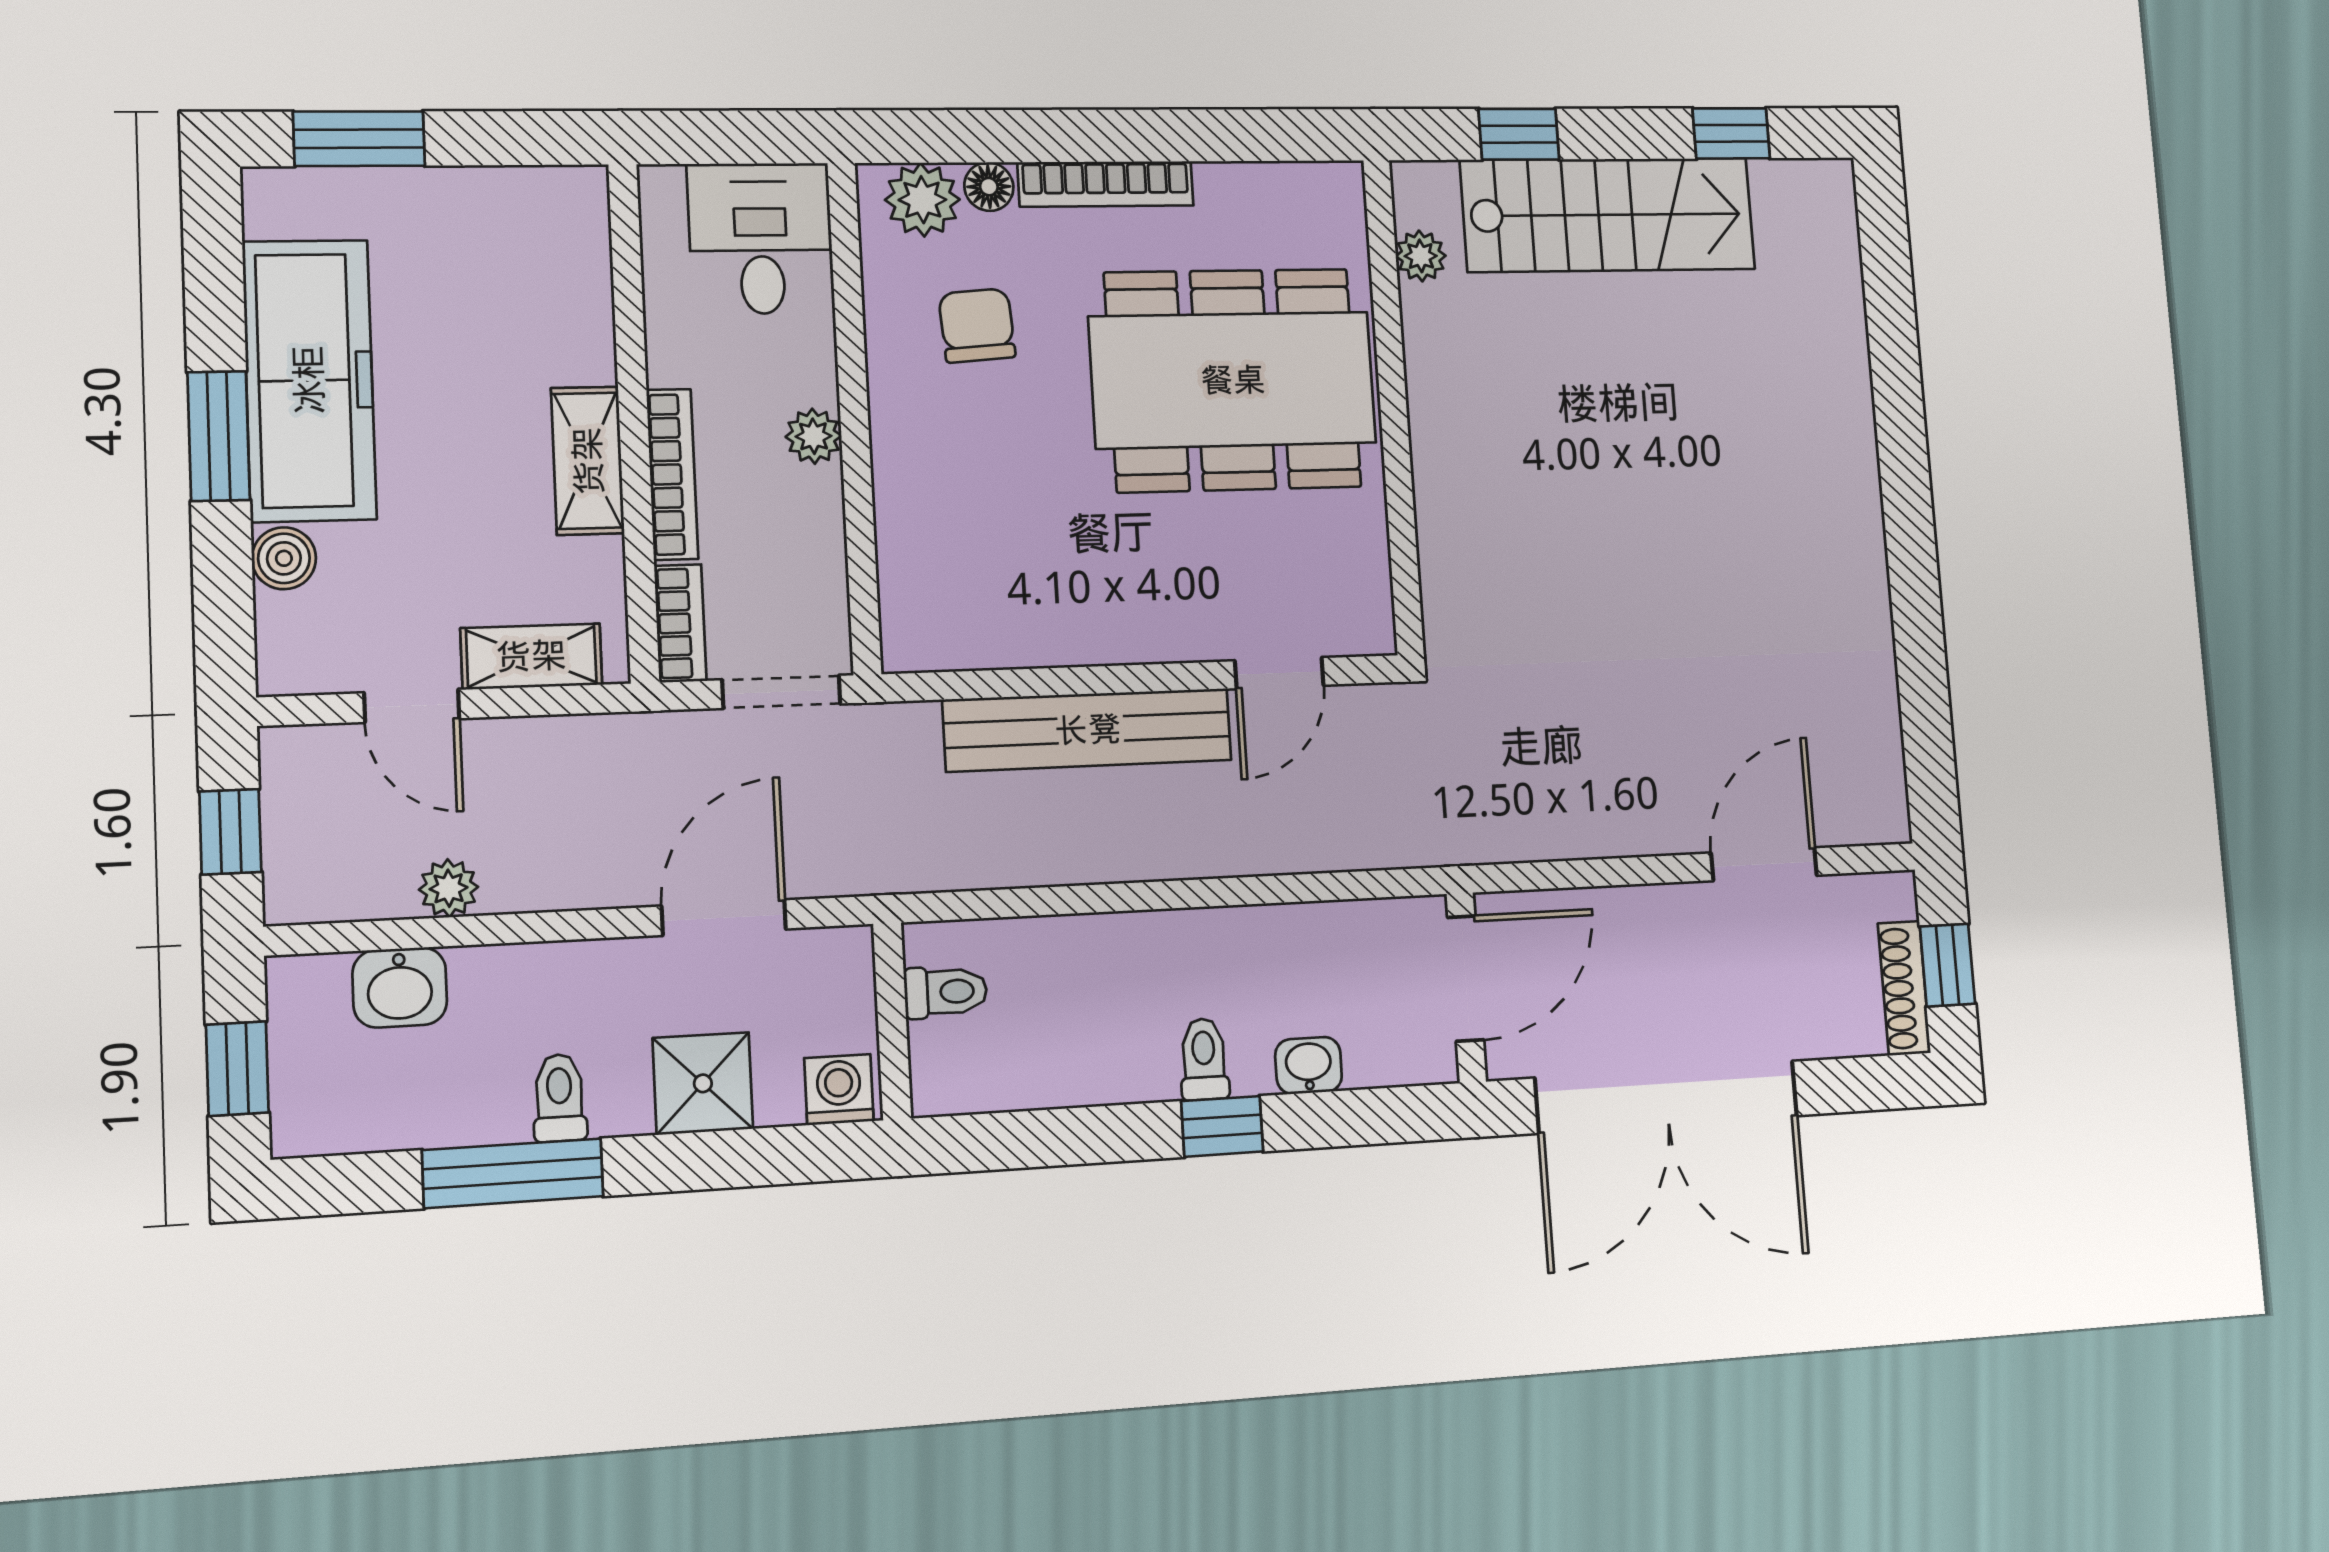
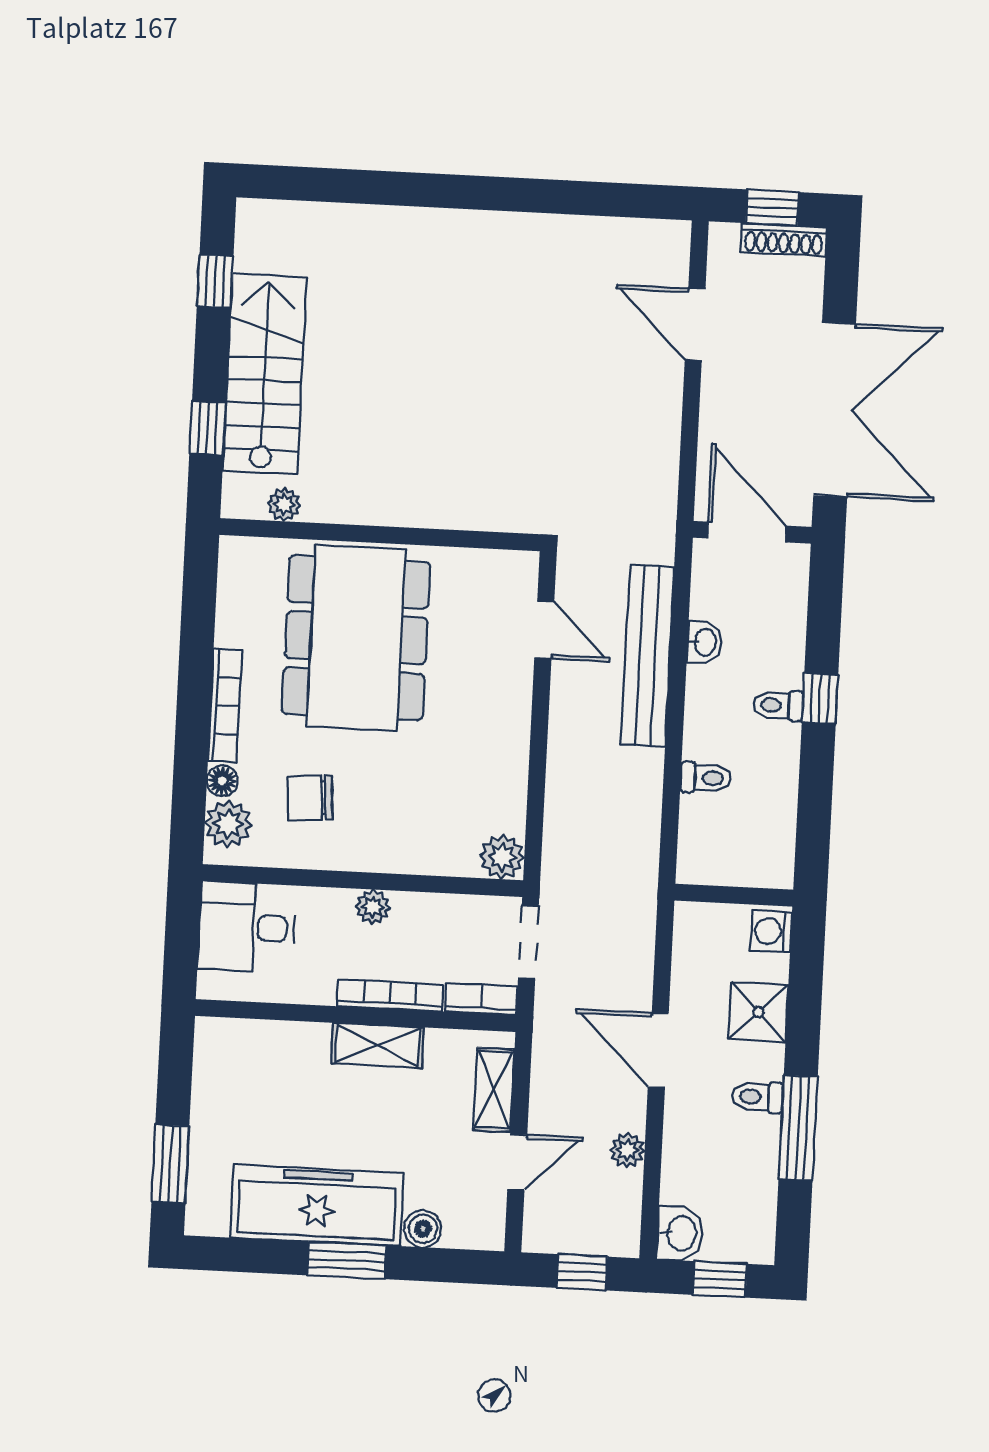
plant: (915, 637) -> (502, 857), added
bench: (1088, 730) -> (647, 656), moved
door: (724, 918) -> (658, 1050), moved
washbasin: (400, 987) -> (680, 1233), moved
toilet: (946, 992) -> (706, 778), moved, turned 90
washbasin: (1309, 1066) -> (704, 642), moved, turned 180

